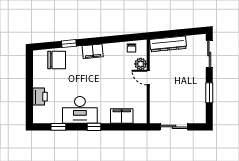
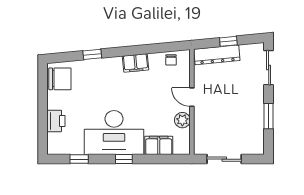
window: (177, 33) -> (228, 41), added
filing cabinet: (93, 51) -> (136, 63), moved
chair: (57, 60) -> (60, 79), moved
plant: (141, 64) -> (182, 120), moved
desk: (80, 110) -> (114, 133), width x1.36, depth x1.30

